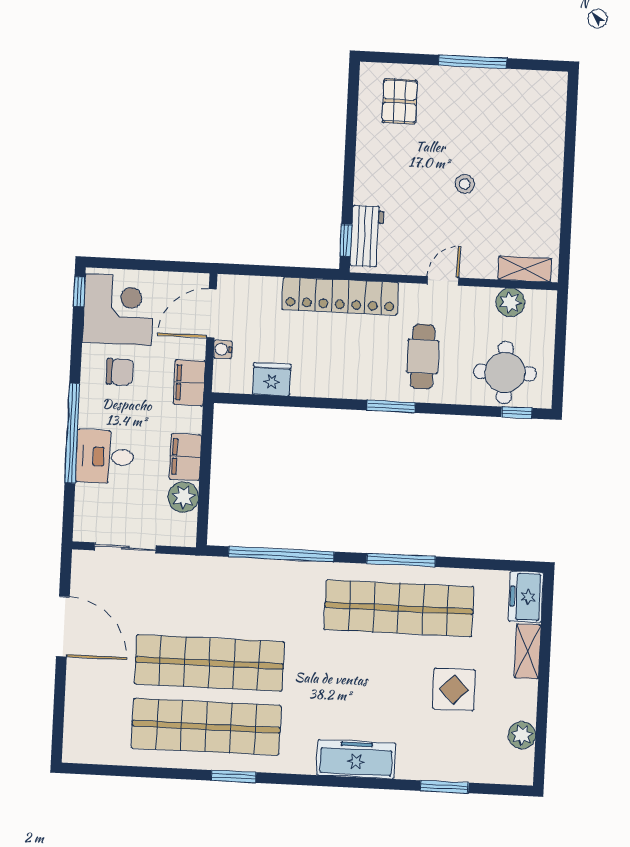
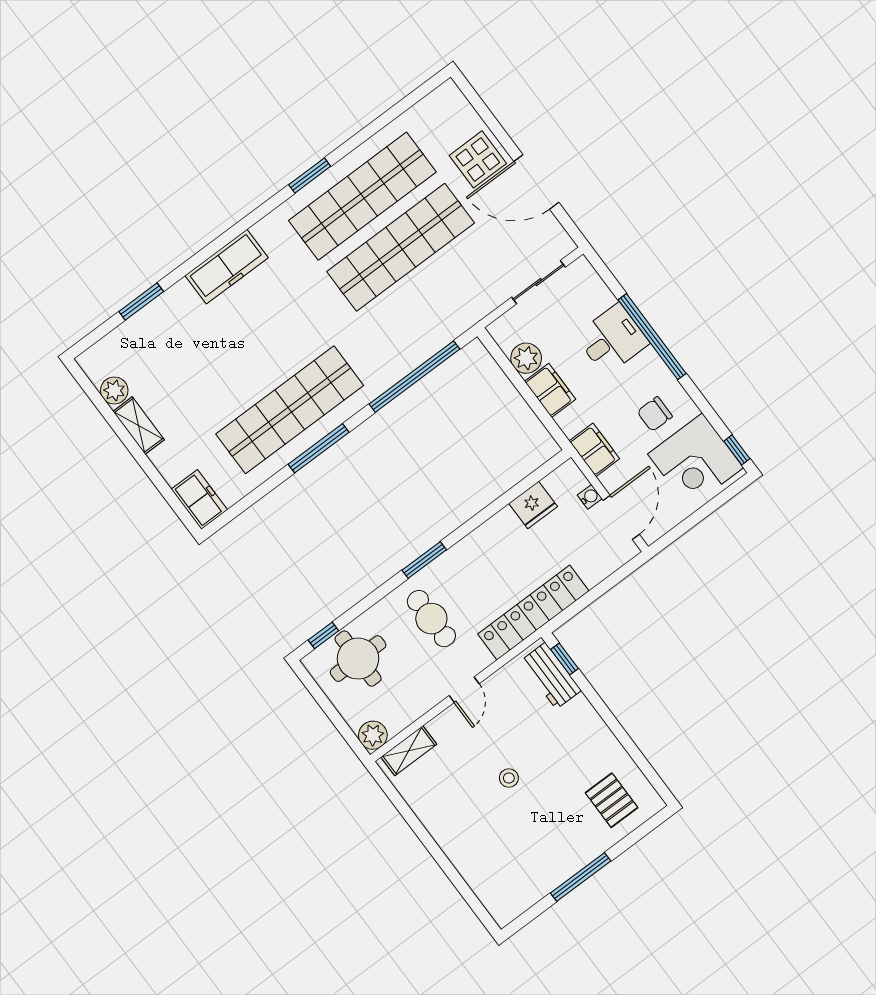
plant: (510, 302) -> (373, 735), moved
shelving: (528, 651) -> (139, 426), moved
display table: (454, 689) -> (478, 159), moved

